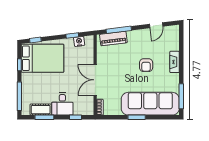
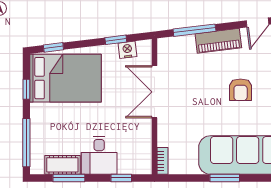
piano: (113, 39) -> (218, 41), moved
double door: (95, 80) -> (154, 92), moved

